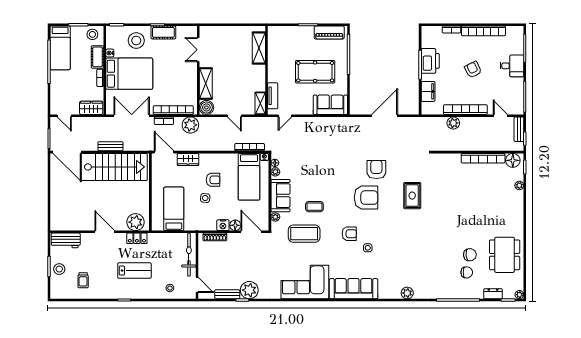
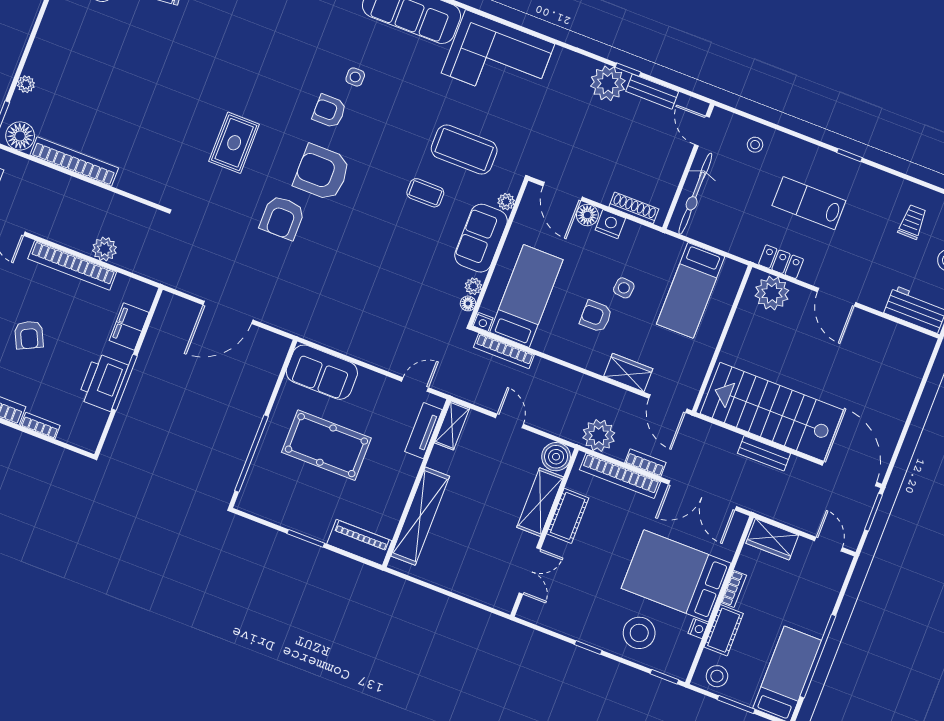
cot: (163, 32) -> (568, 516), moved, turned 90
piano: (329, 32) -> (359, 542), moved
shelving: (259, 48) -> (420, 516), width x1.47
armchair: (349, 234) -> (329, 111), moved

